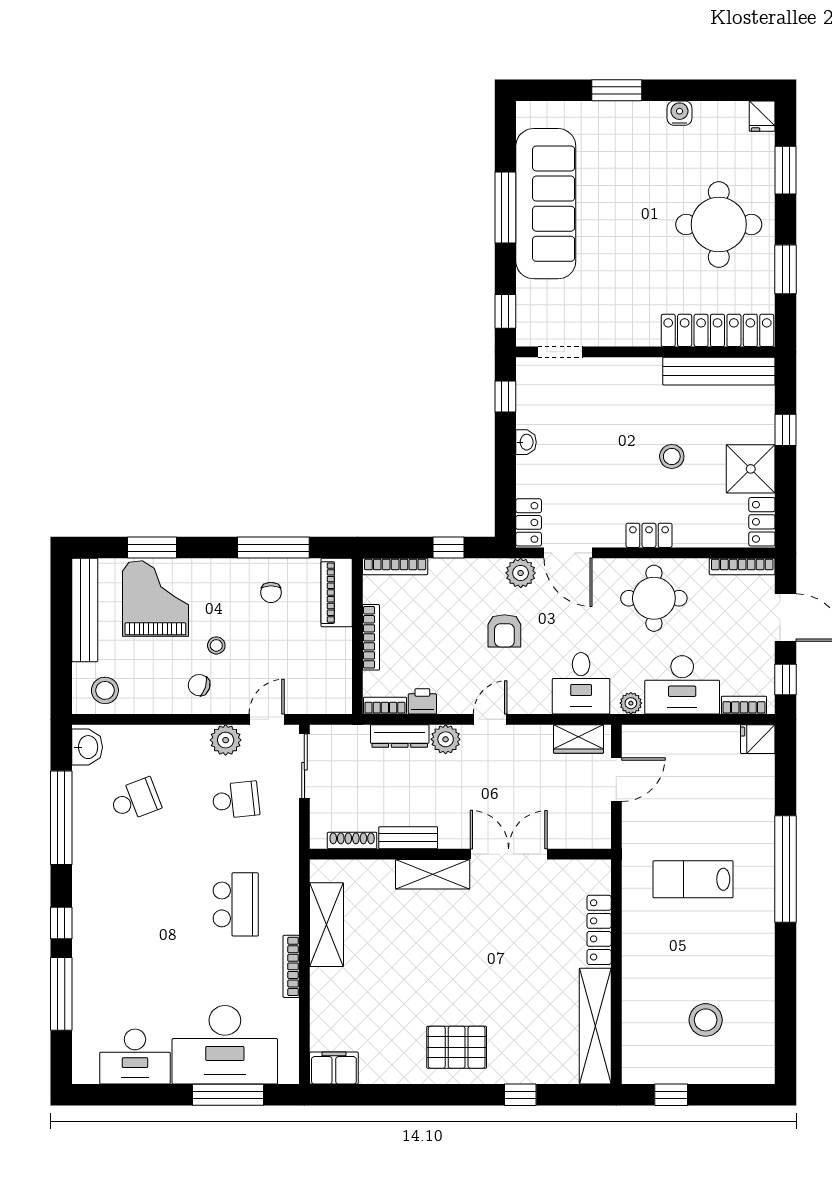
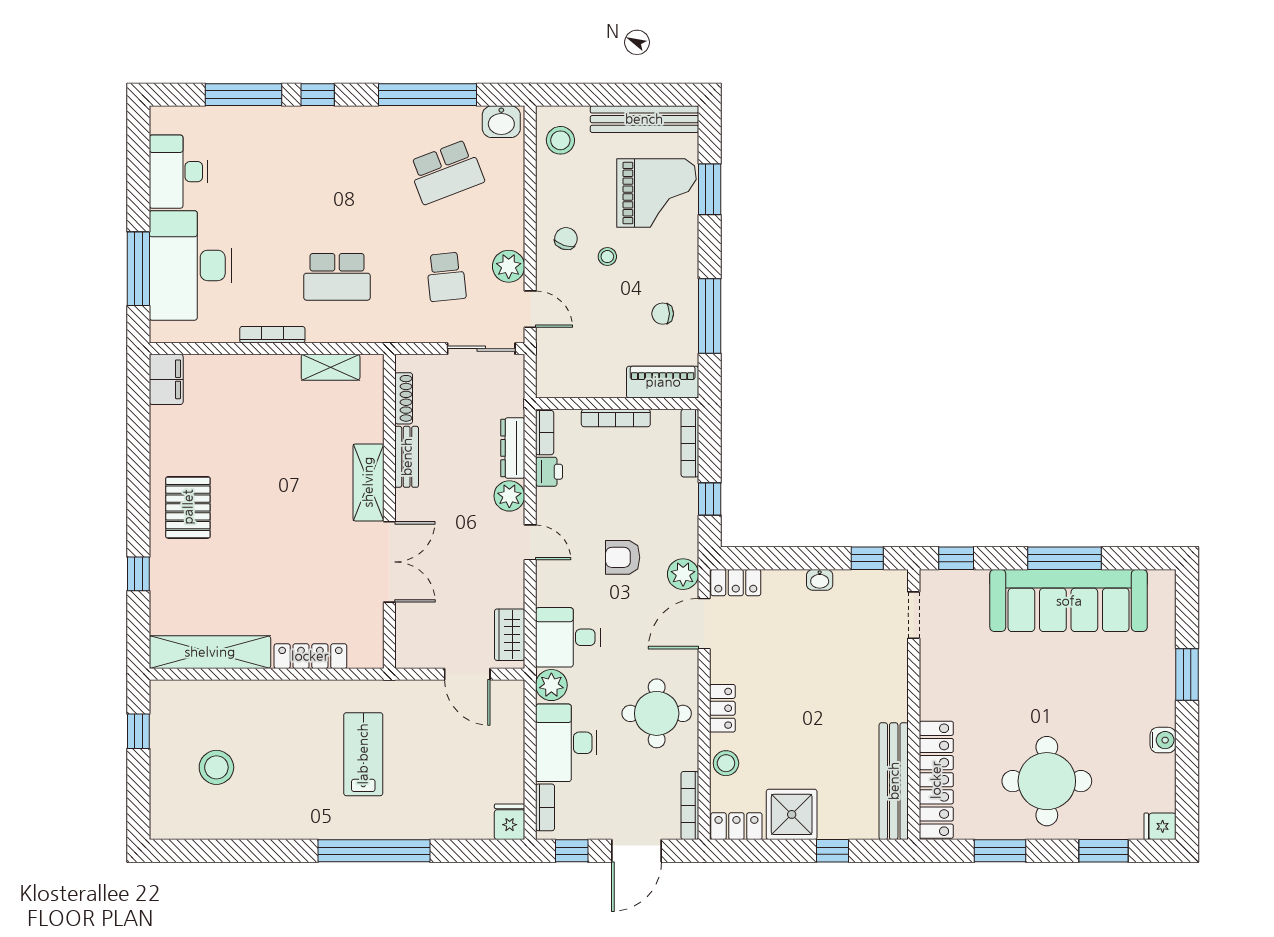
stool: (672, 456) -> (726, 763), moved
plant: (631, 703) -> (551, 685), width x1.38, depth x1.38
school desk: (135, 800) -> (446, 172), width x1.85
shelving: (327, 925) -> (331, 367), width x0.67, depth x0.75

